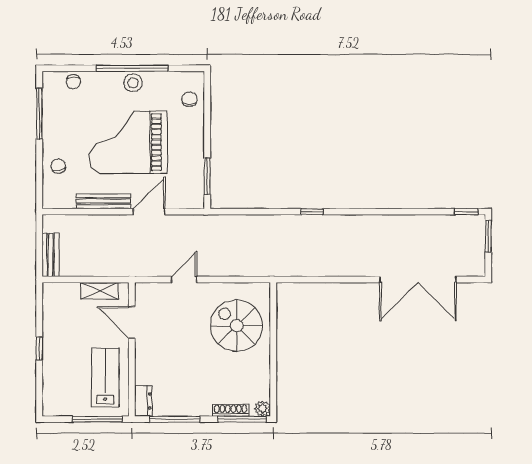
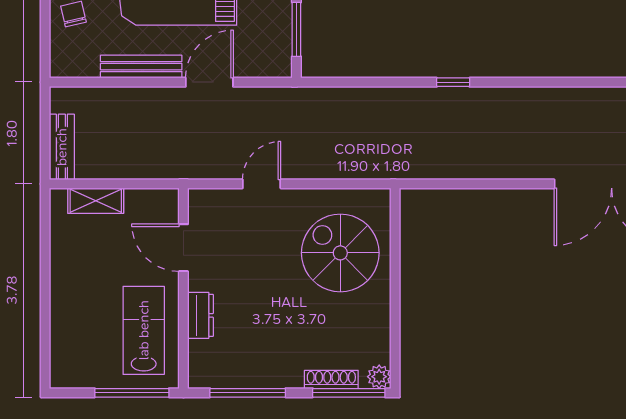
shelving: (100, 291) -> (96, 201), moved
window: (39, 349) -> (45, 287), removed
dresser: (143, 401) -> (201, 315), moved

